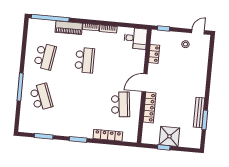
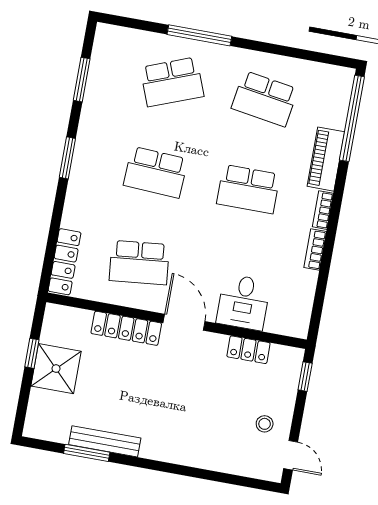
desk: (136, 38) -> (243, 302), moved
school desk: (81, 101) -> (156, 172), added
locker: (108, 135) -> (65, 262), moved

